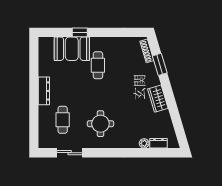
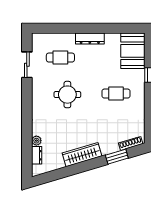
booth: (72, 49) -> (133, 51), moved
wardrobe: (158, 99) -> (82, 155), width x1.50
round table: (100, 124) -> (67, 95), moved

